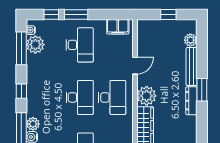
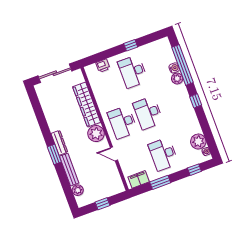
window: (76, 15) -> (160, 182), moved
window: (21, 48) -> (208, 135), removed
door: (135, 66) -> (114, 154), hinge flipped

